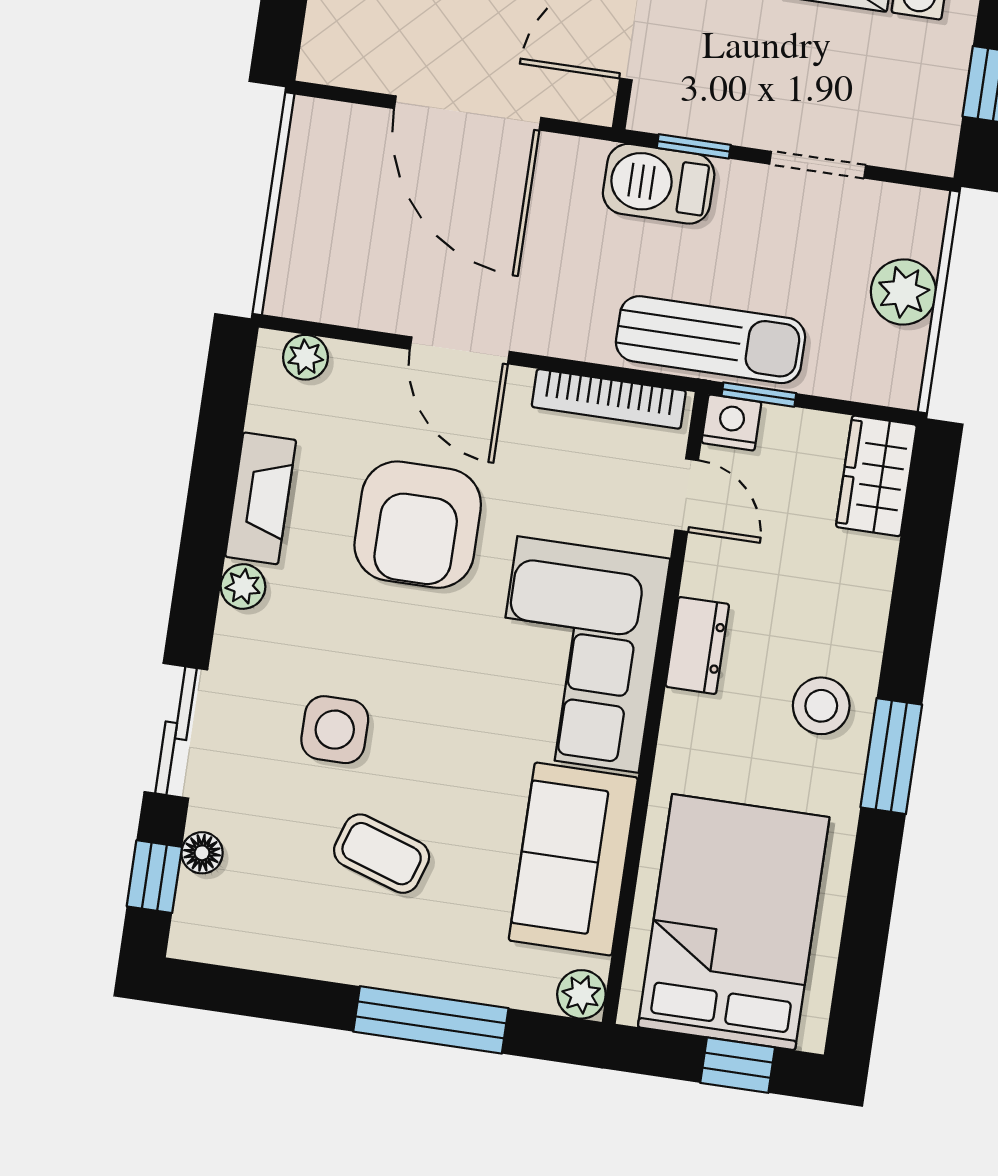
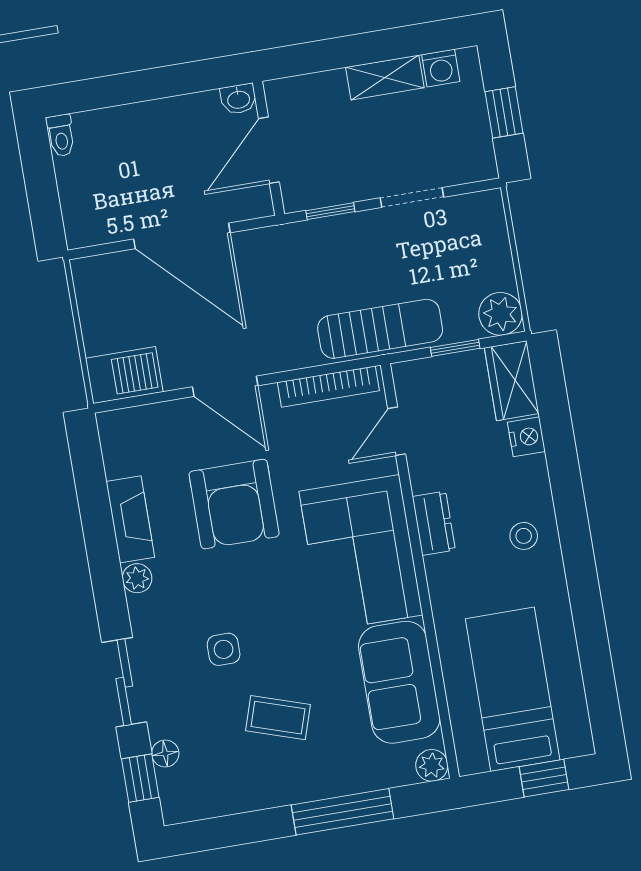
barbecue: (659, 184) -> (124, 375), moved, turned 180
plant: (904, 292) -> (500, 314), moved
plant: (305, 357) -> (130, 422), removed
window: (759, 395) -> (455, 348), moved
nightstand: (731, 422) -> (526, 437), moved, turned 90
door: (687, 495) -> (397, 431), swing flipped
stool: (821, 706) -> (524, 536), width x0.73, depth x0.73
side table: (335, 730) -> (224, 649), width x0.73, depth x0.73
window: (891, 756) -> (578, 553), removed
bed: (734, 922) -> (513, 689), width x0.67

